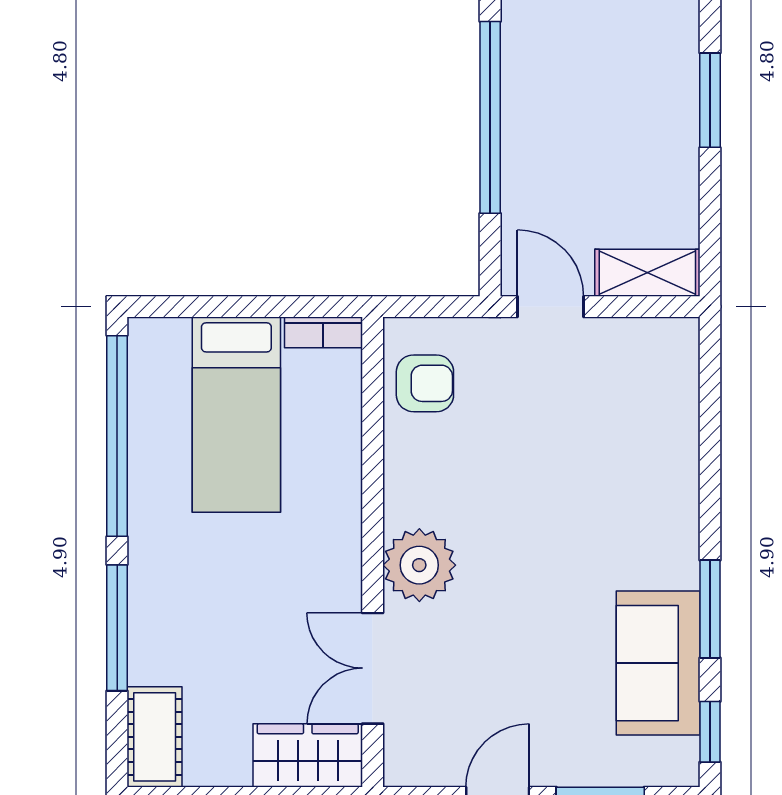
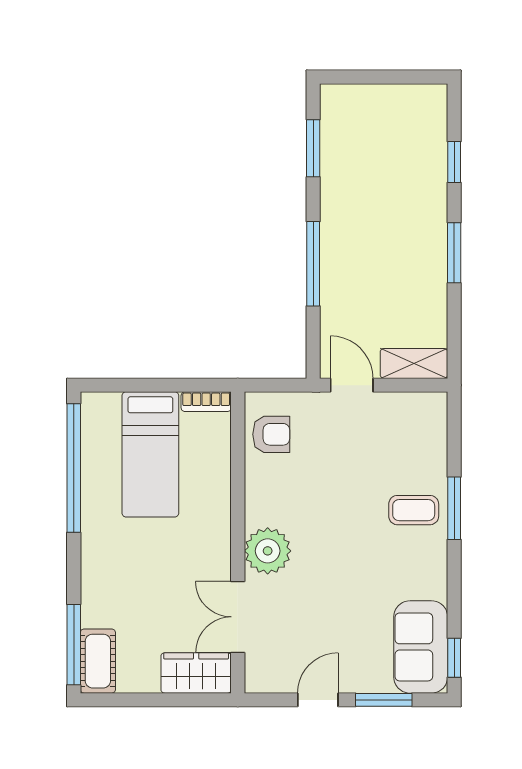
window: (490, 117) -> (313, 264), width x0.68
coffee table: (647, 502) -> (414, 510), added
window: (710, 609) -> (454, 508), moved
window: (117, 628) -> (74, 645), moved
sofa: (658, 663) -> (421, 647), moved

